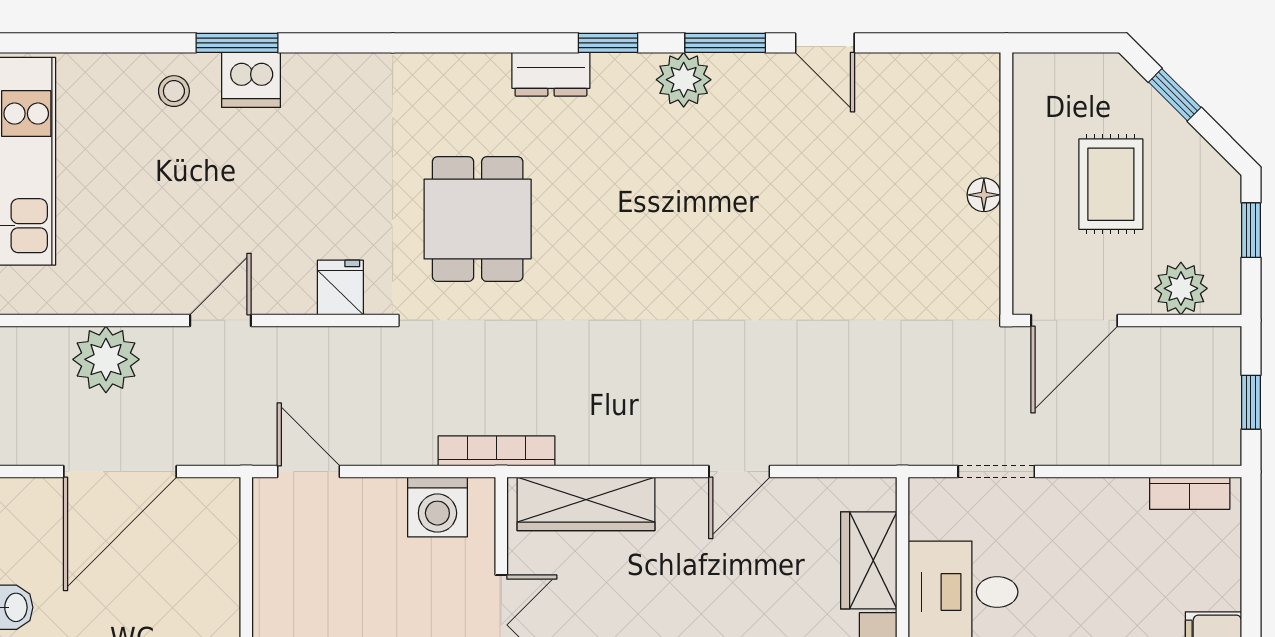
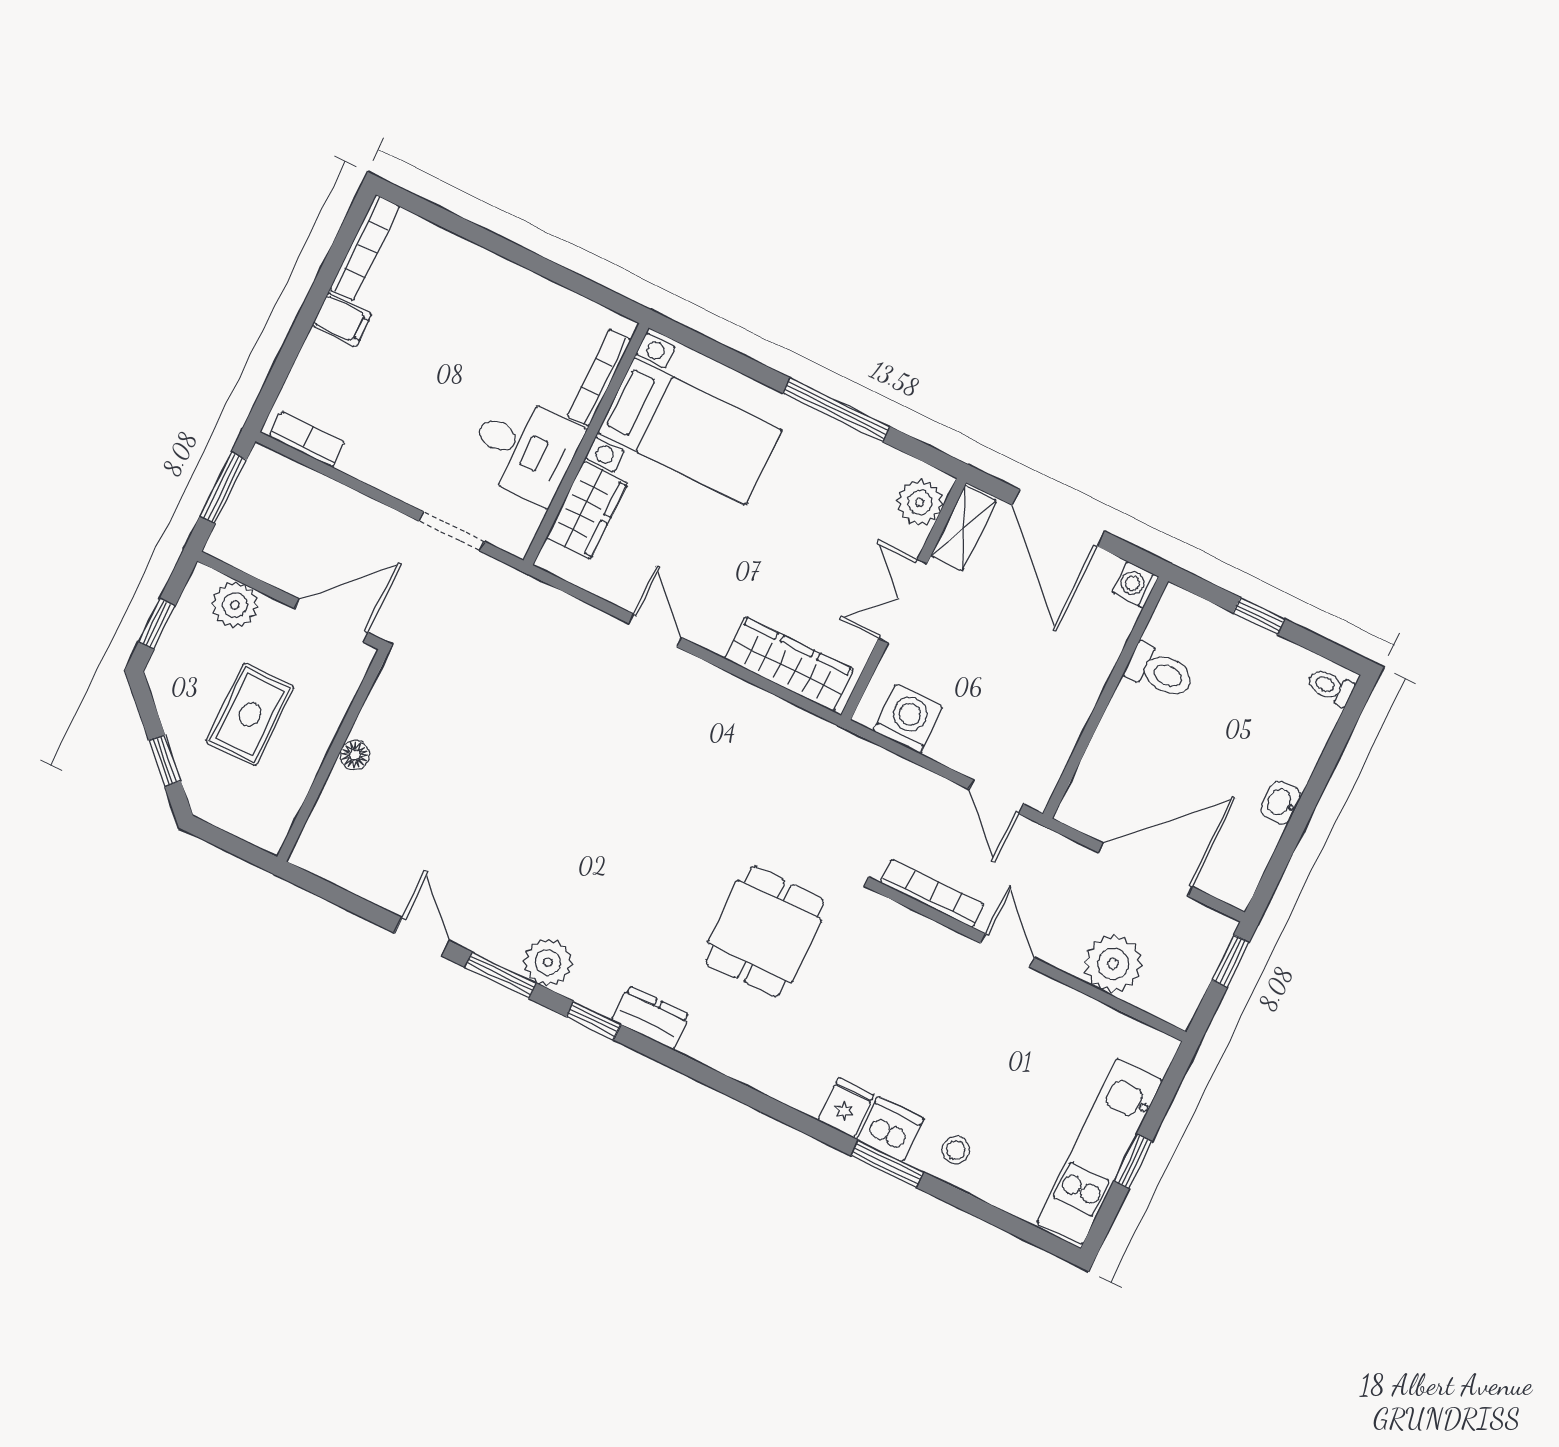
fridge: (340, 287) -> (846, 1108), moved, turned 180
door: (220, 320) -> (1007, 950), swing flipped
window: (1251, 402) -> (223, 488), width x1.50
bookcase: (497, 451) -> (932, 893), moved, turned 180
door: (739, 472) -> (655, 631), hinge flipped

